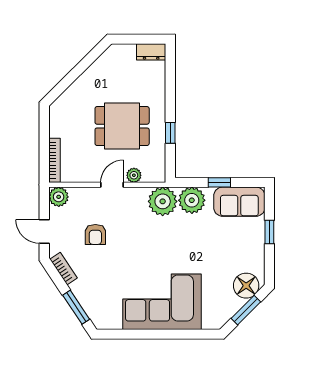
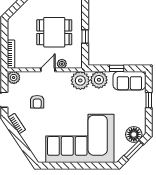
corner sofa: (162, 302) -> (80, 138), width x1.36, depth x1.36
window: (76, 307) -> (25, 148), removed

